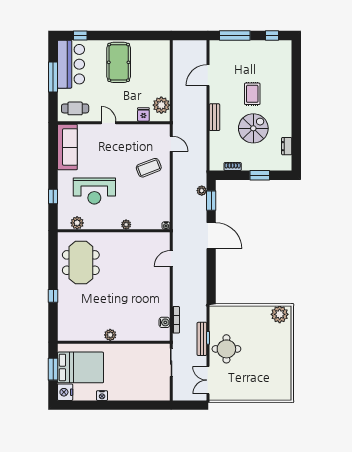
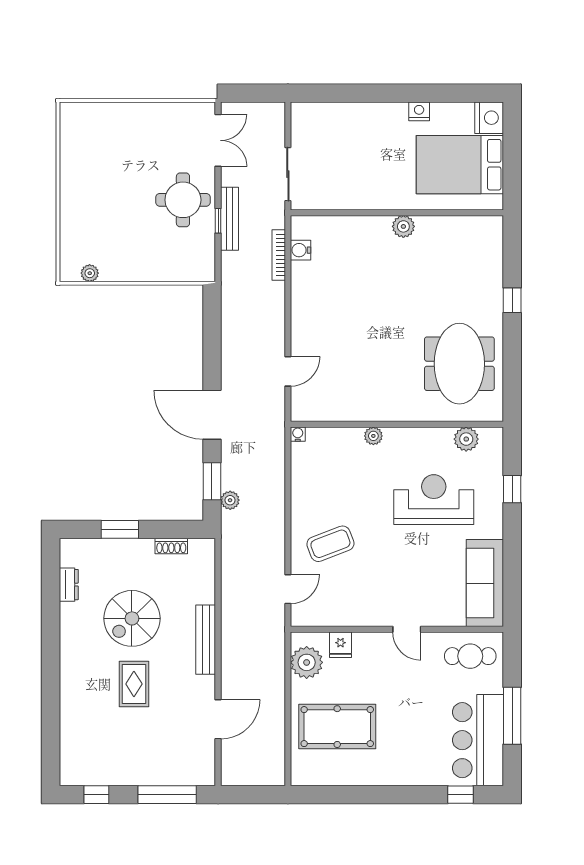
pool table: (119, 62) -> (337, 727), moved, turned 90
bench: (214, 117) -> (206, 640), width x1.36
door: (171, 144) -> (288, 589), swing flipped
plant: (280, 314) -> (90, 273), width x0.53, depth x0.53
window: (53, 369) -> (512, 161), removed

